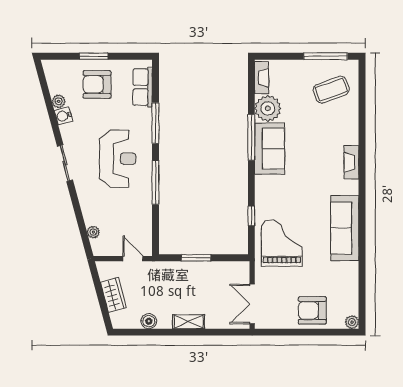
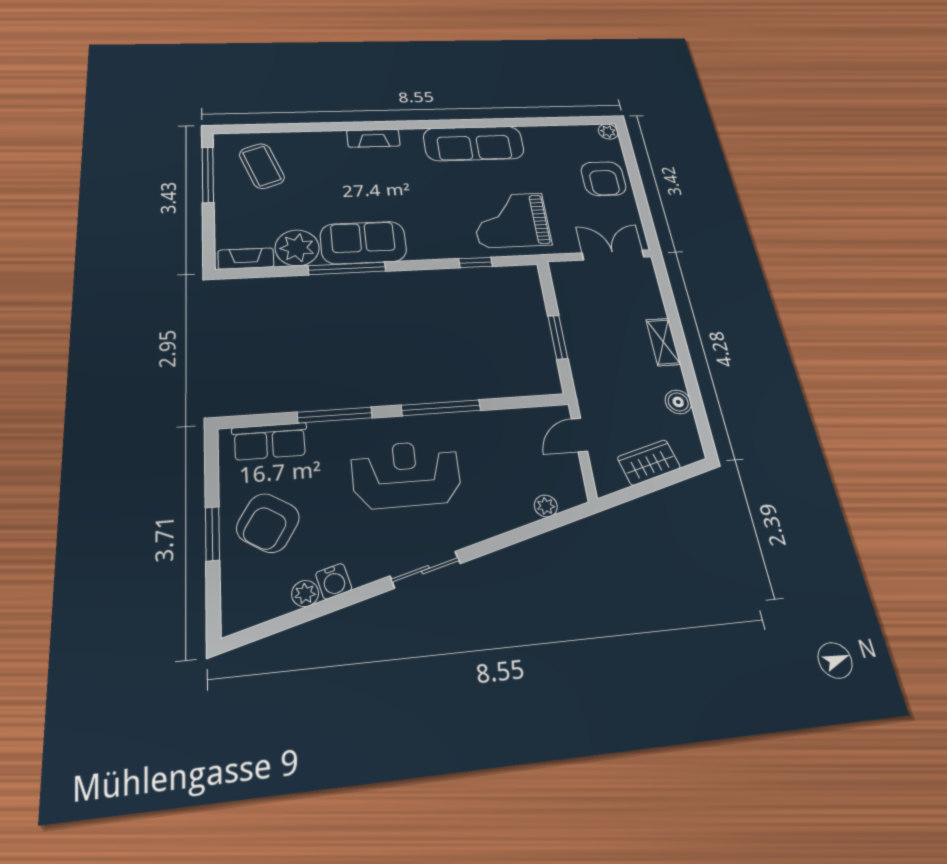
armchair: (97, 84) -> (268, 523), turned 32
double door: (252, 304) -> (613, 255), swing flipped

